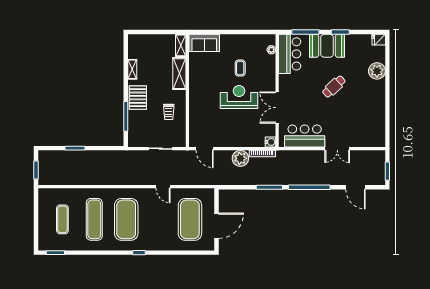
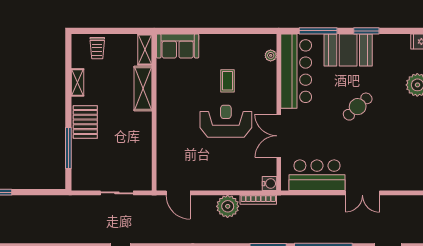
bar counter: (290, 54) -> (296, 71), width x1.36
trolley: (169, 112) -> (97, 48), moved

